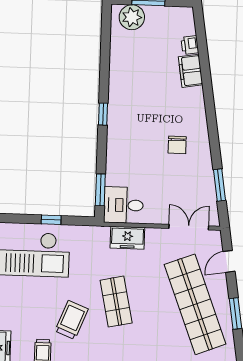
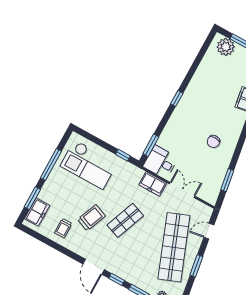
window: (51, 220) -> (123, 155), moved
double door: (189, 227) -> (182, 190), moved
shop shelf: (116, 302) -> (125, 220), turned 33

